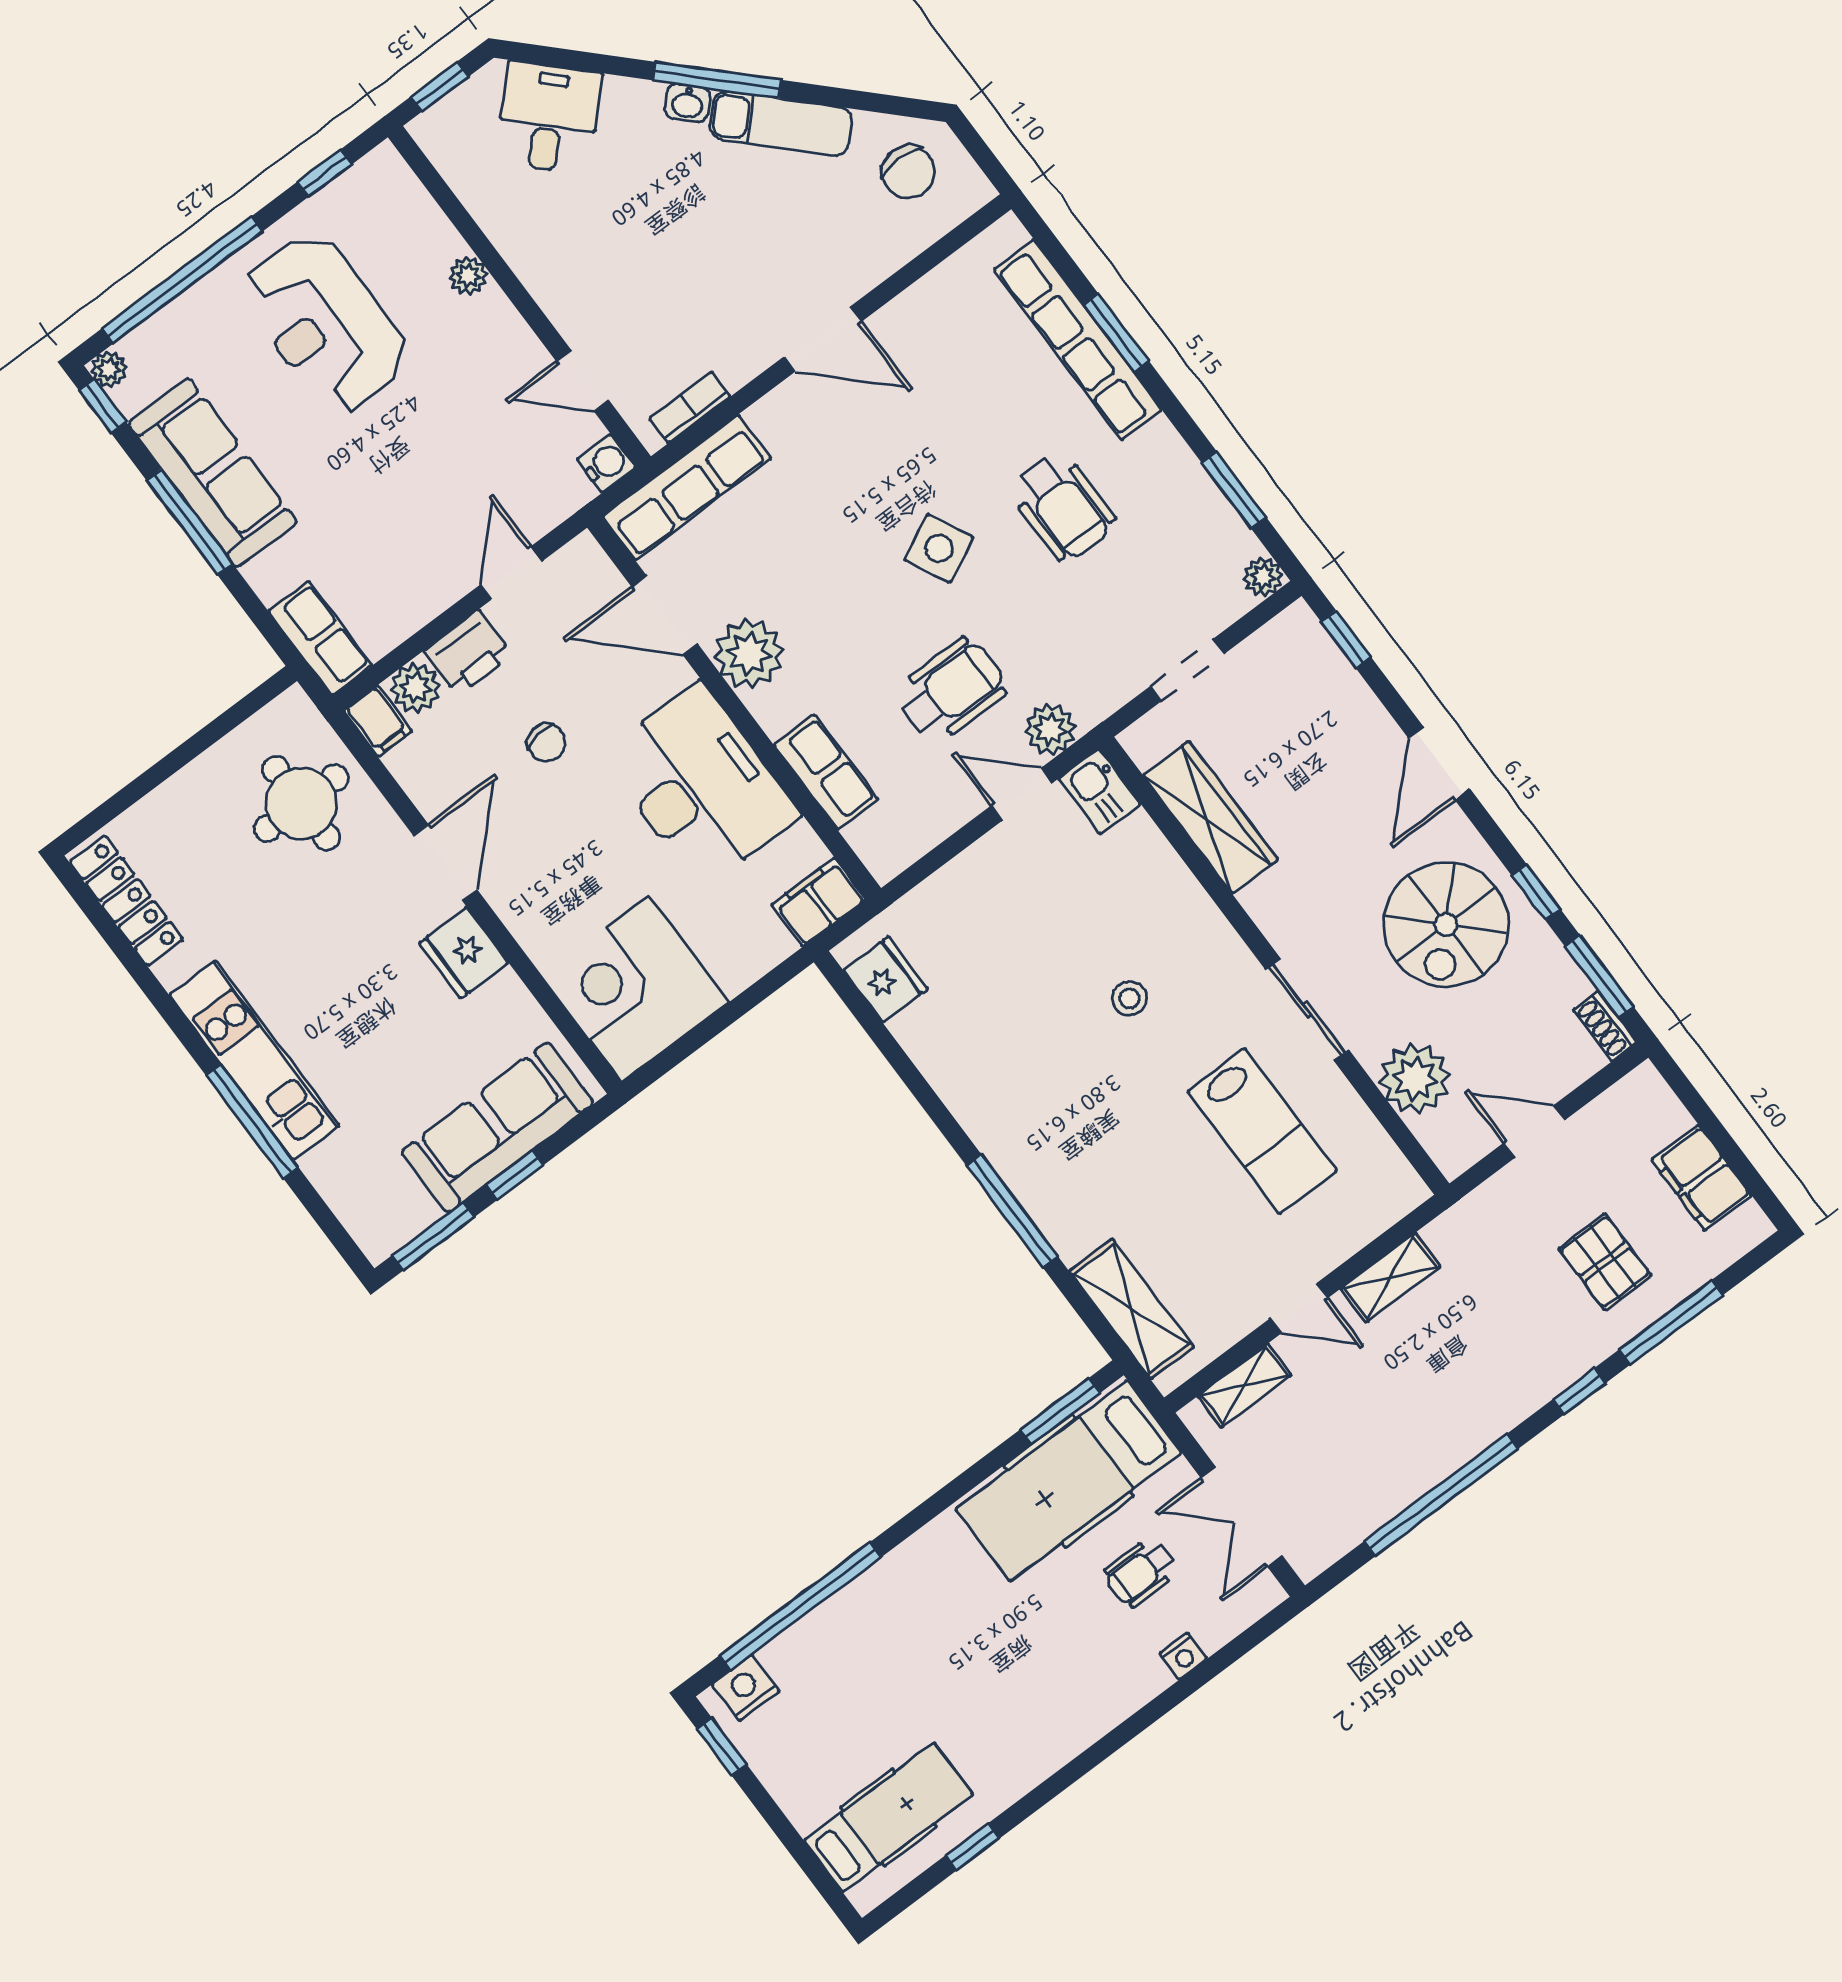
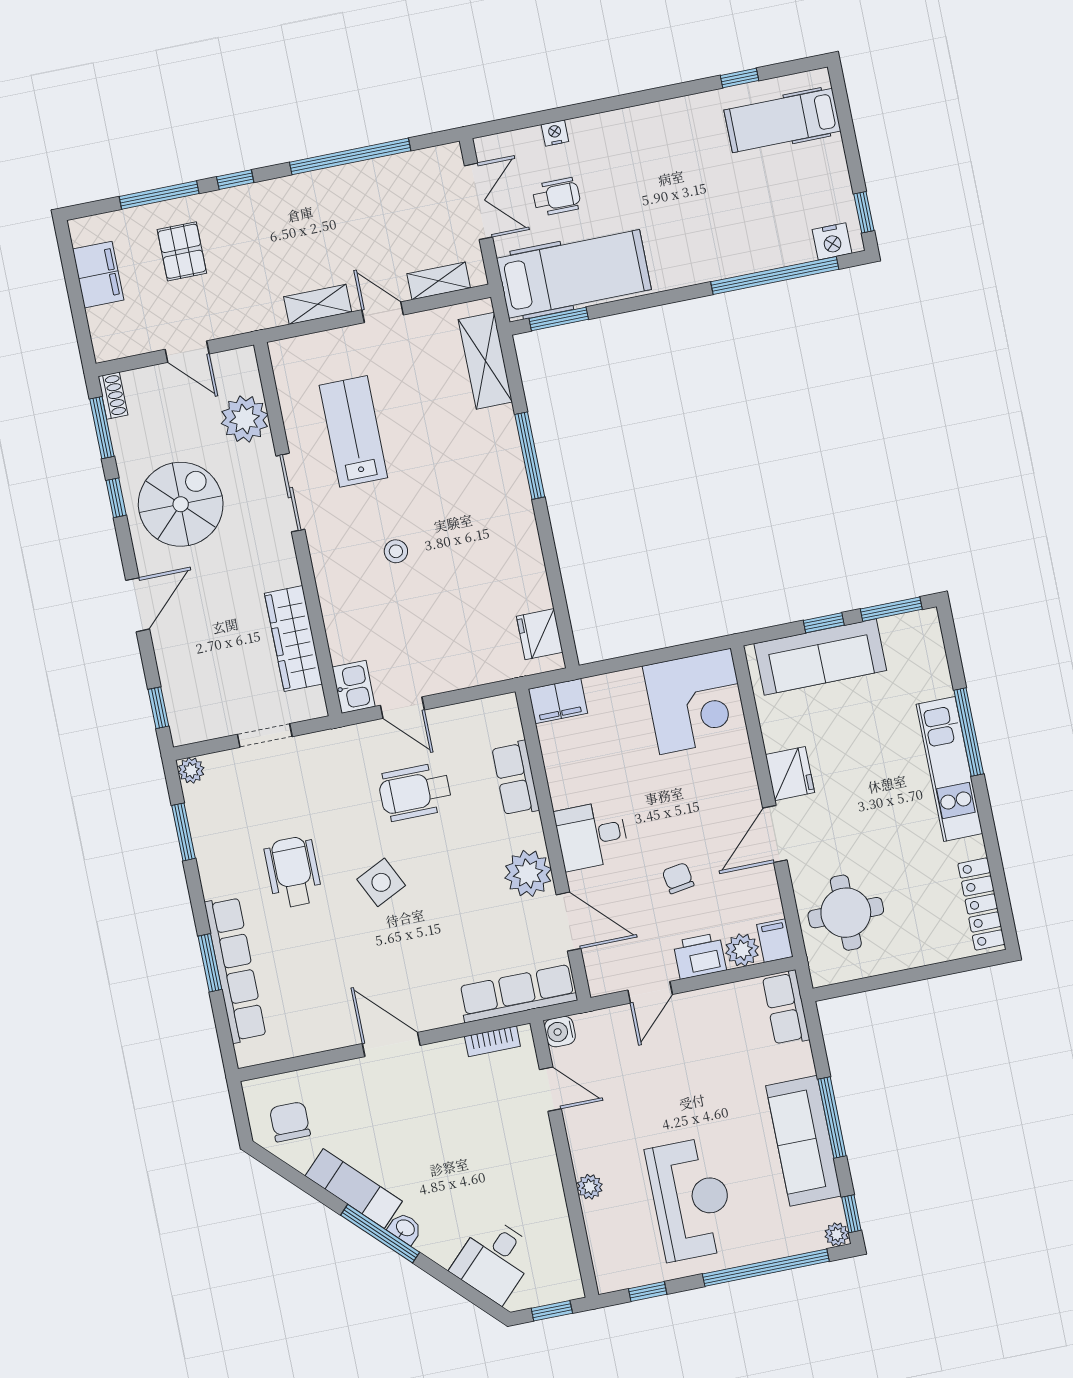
plant: (1050, 729) -> (366, 739), removed
desk: (701, 785) -> (592, 835), width x0.53, depth x0.77

